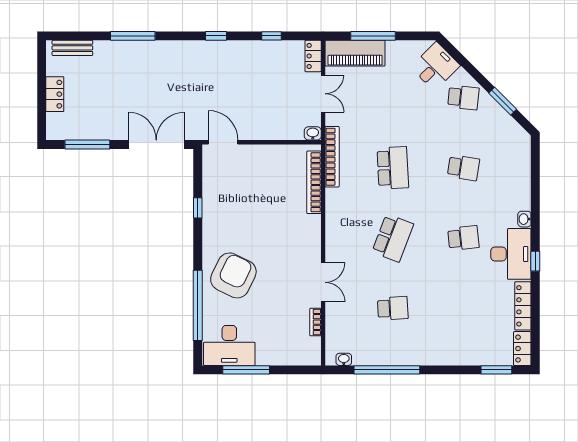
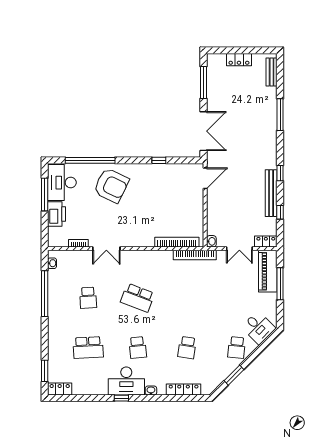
bench: (244, 48) -> (271, 193), added
school desk: (393, 168) -> (88, 348), moved
locker: (523, 306) -> (184, 389), moved
printer: (274, 353) -> (57, 214), added

